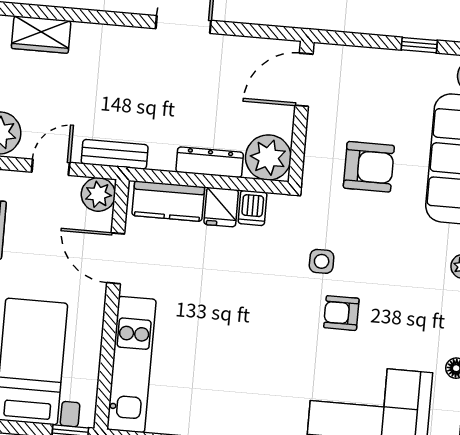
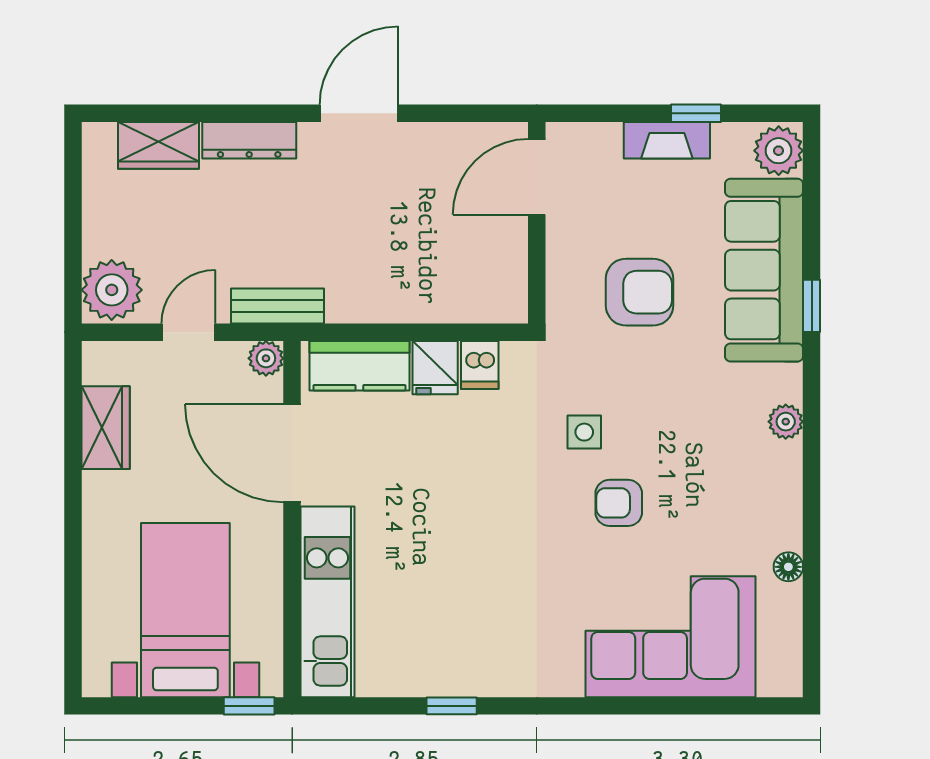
fireplace: (397, 62) -> (667, 140), added
plant: (268, 157) -> (496, 291), removed
dresser: (210, 162) -> (249, 140), moved, turned 180
plant: (98, 194) -> (266, 358), width x0.73, depth x0.73
door: (116, 258) -> (292, 453), width x1.36

